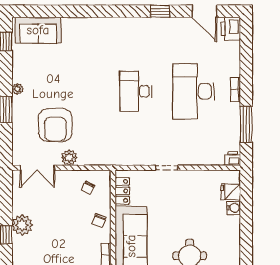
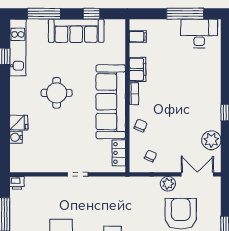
fridge: (231, 192) -> (19, 123), moved
plant: (22, 225) -> (211, 140), moved

